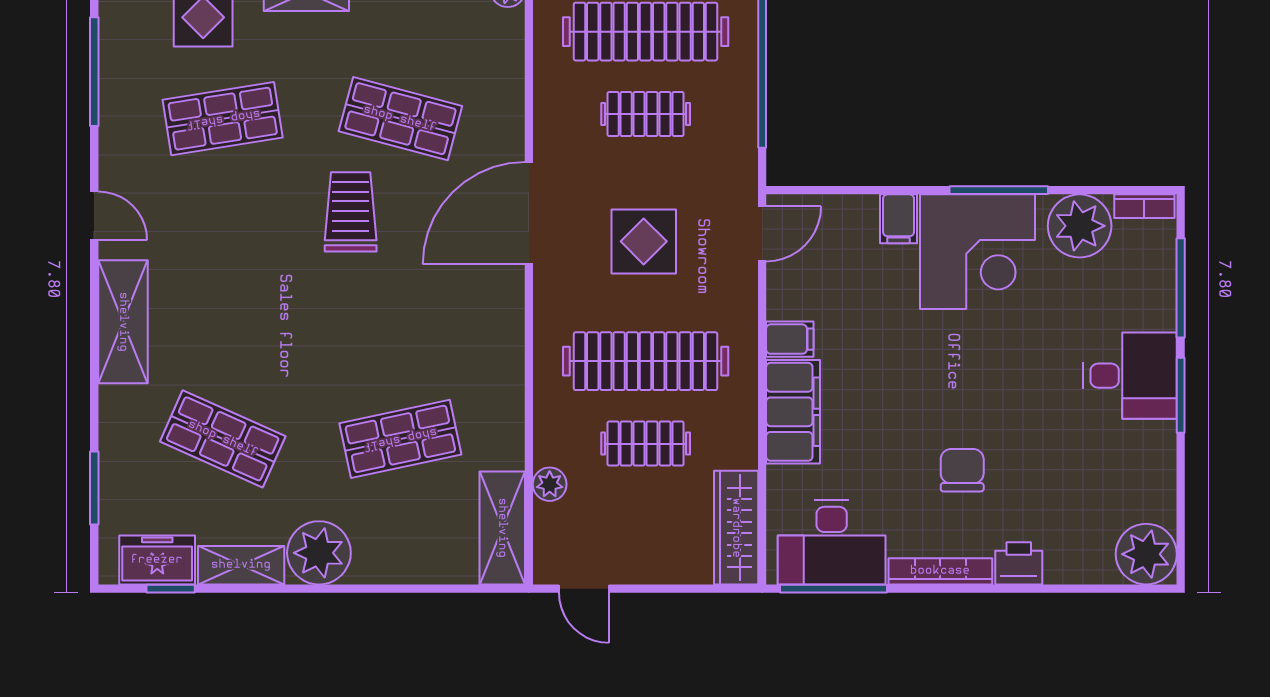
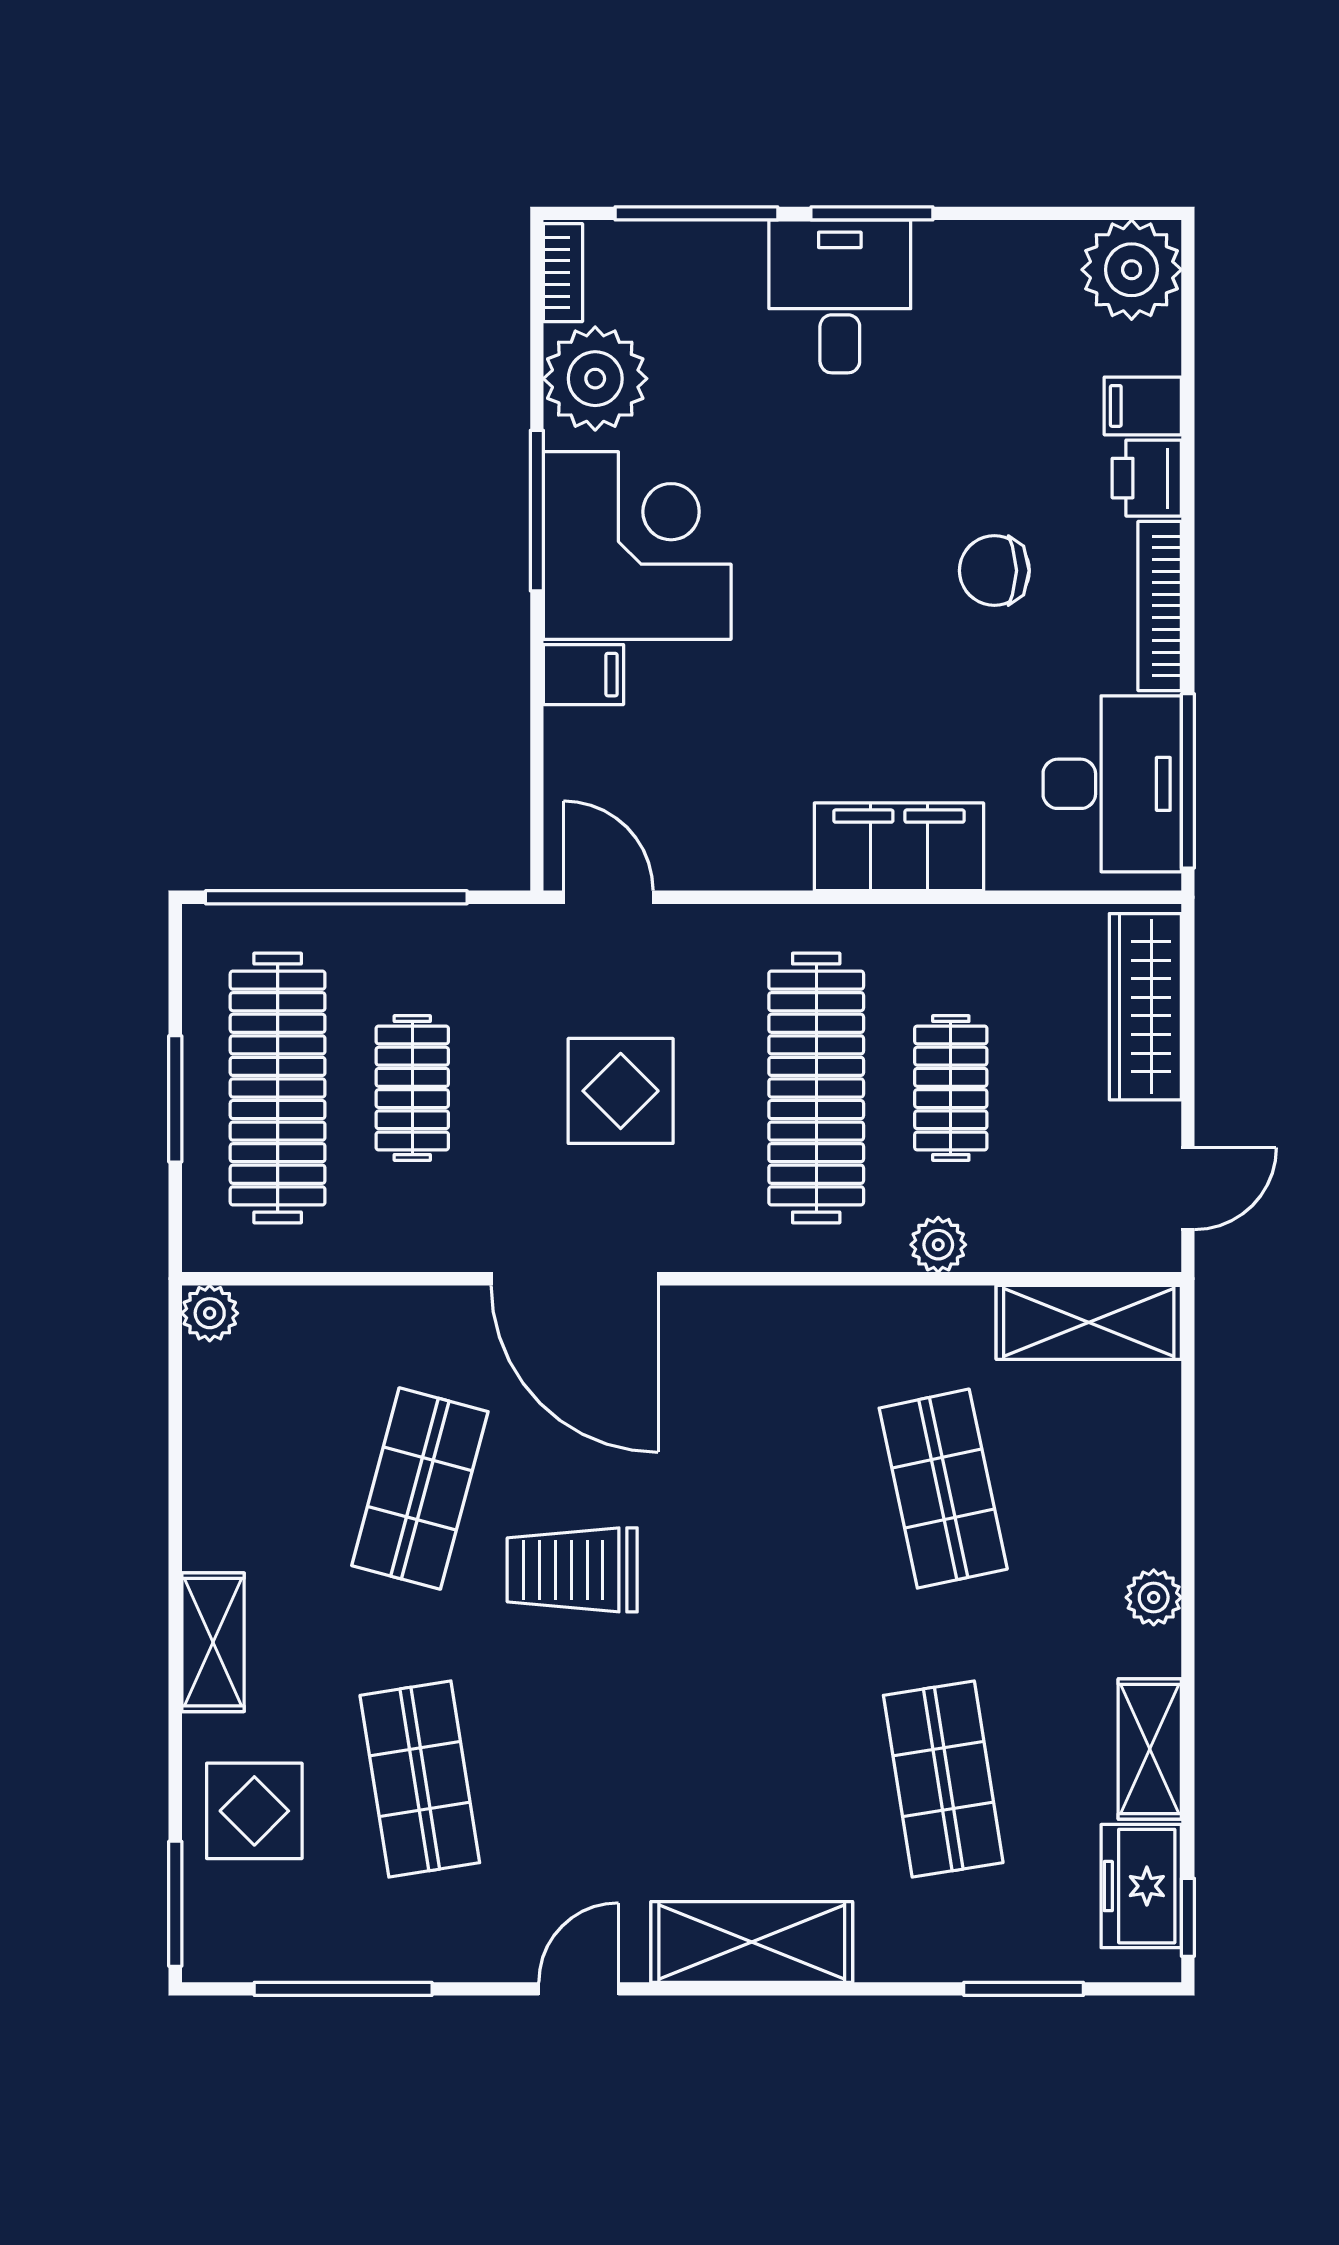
filing cabinet: (790, 339) -> (1143, 406), moved, turned -90
shop shelf: (223, 439) -> (943, 1779), turned -33
plant: (550, 484) -> (938, 1245), moved
wardrobe: (736, 528) -> (1145, 1007), moved, turned 90
plant: (319, 553) -> (1154, 1597), width x0.53, depth x0.53
window: (171, 589) -> (1188, 1917), moved

